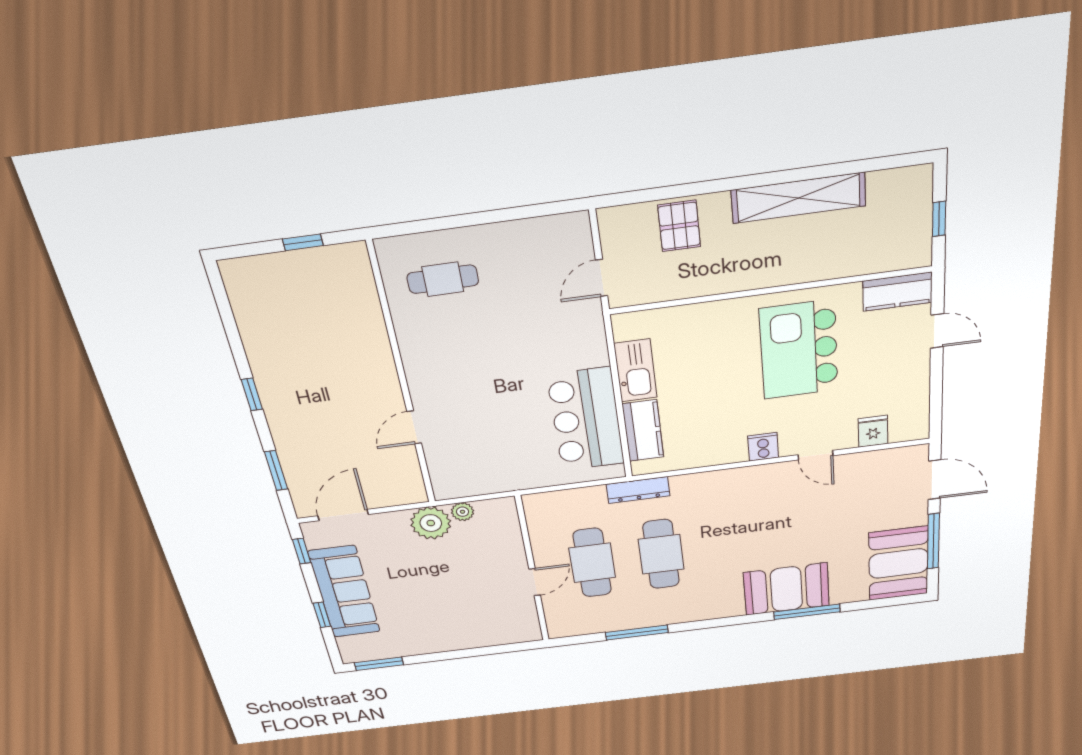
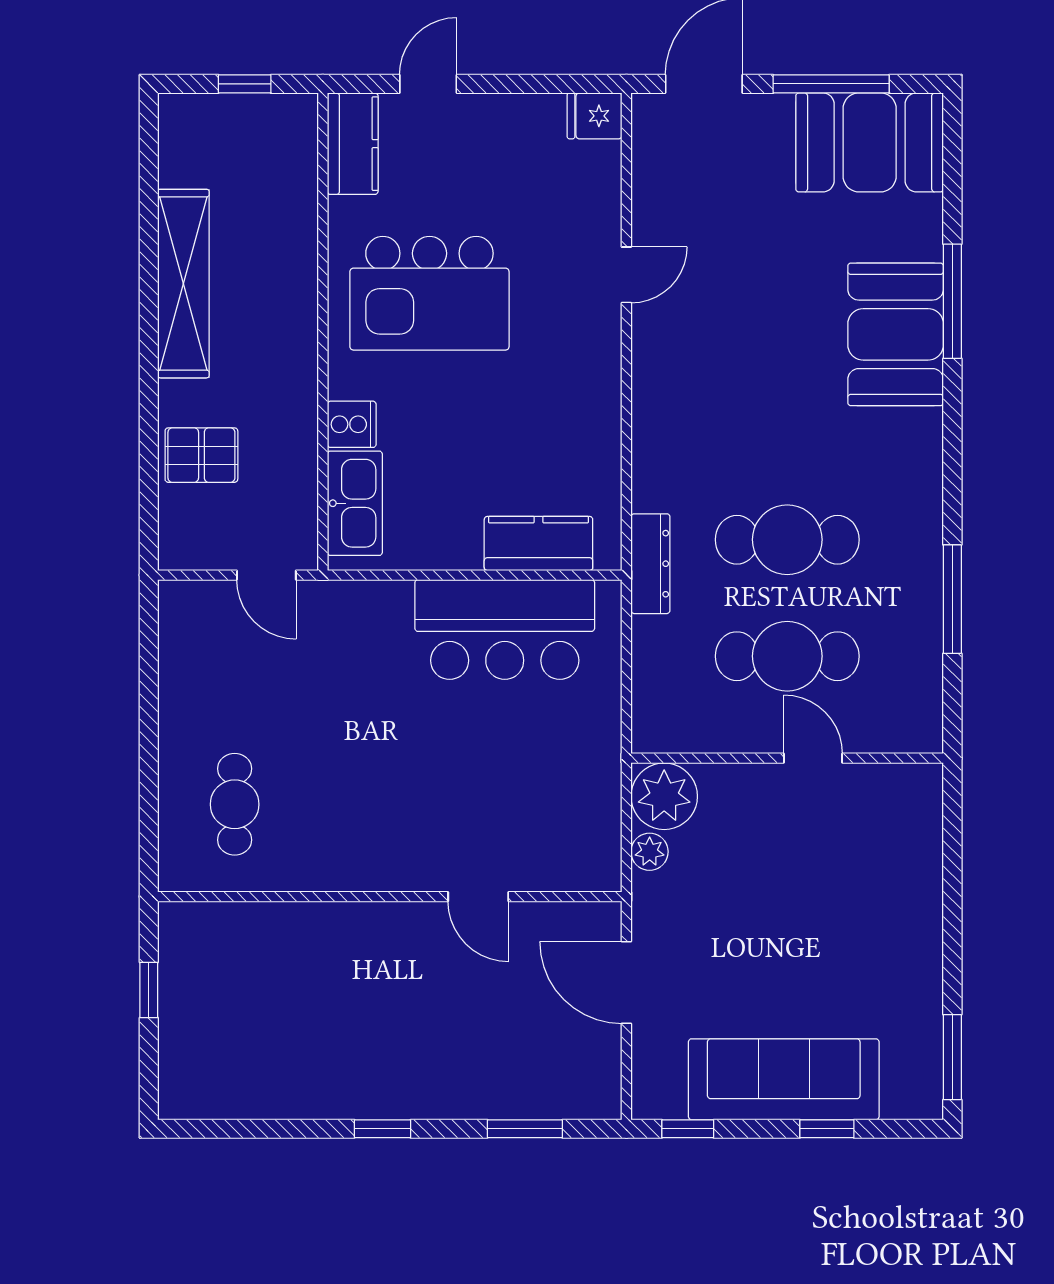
kitchen sink: (636, 371) -> (355, 503), moved, turned 90
fridge: (873, 431) -> (595, 116), moved
cooker: (763, 447) -> (352, 424), moved, turned 180
door: (343, 515) -> (626, 983), moved
plant: (431, 523) -> (664, 796), moved

